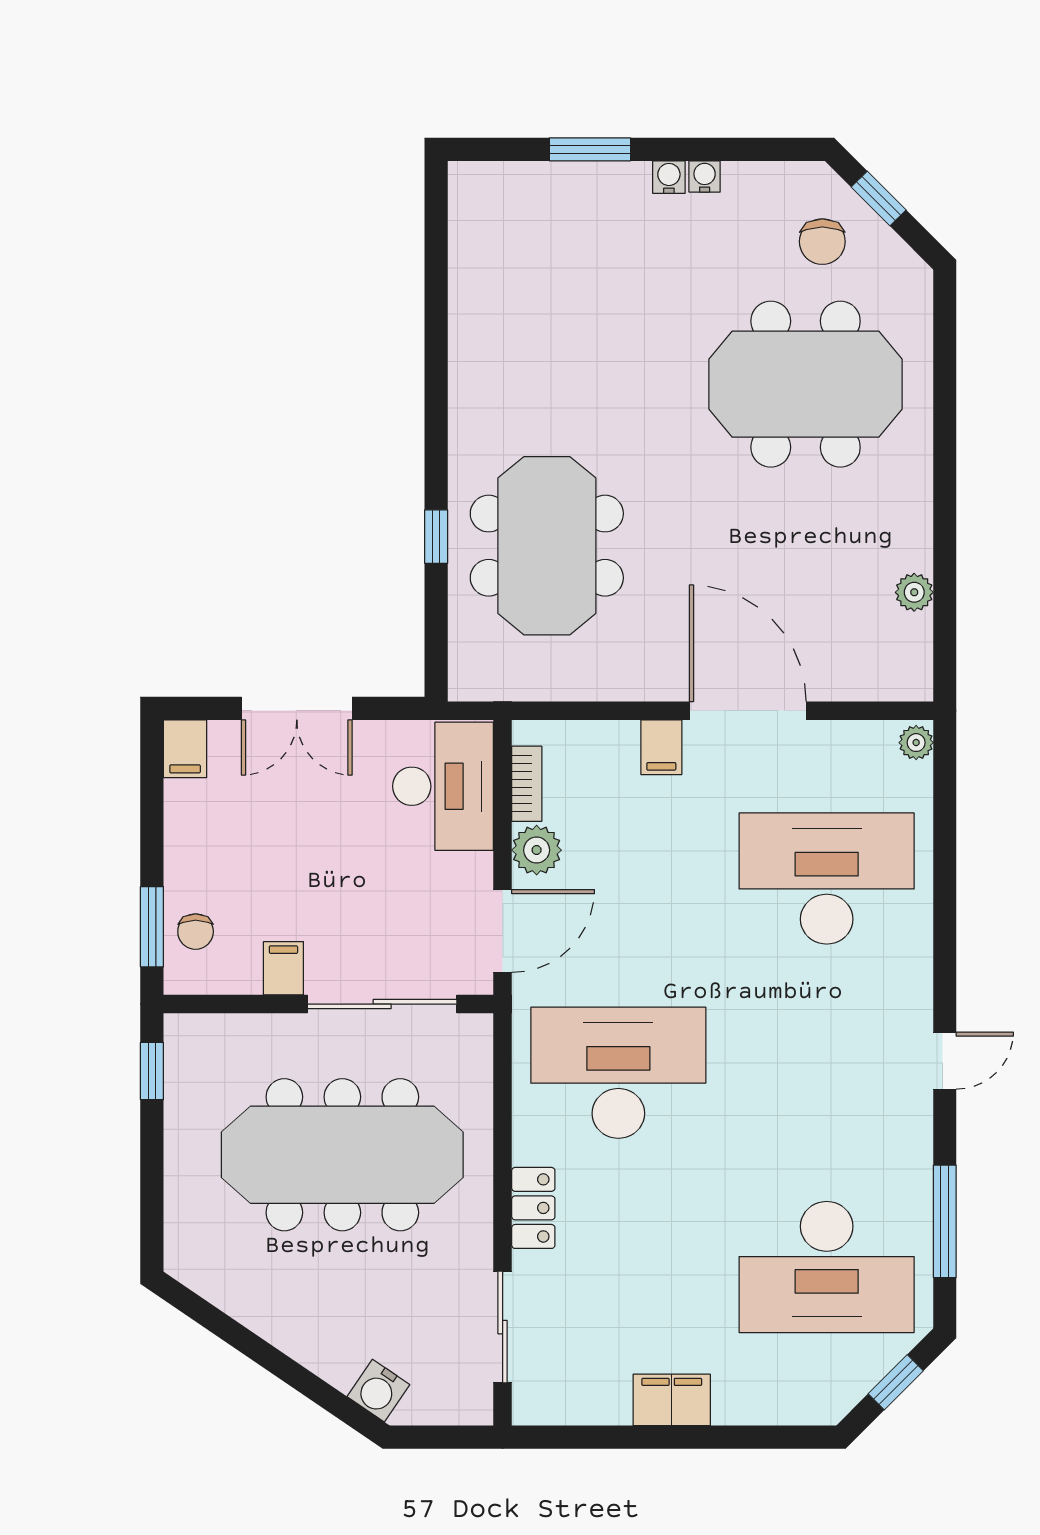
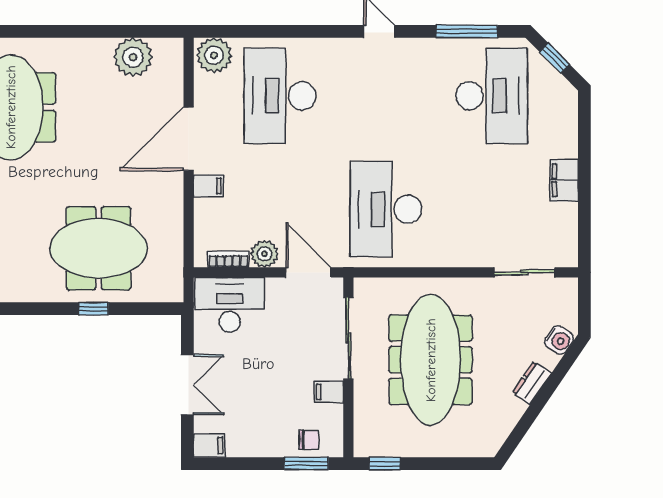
plant: (914, 592) -> (133, 57), width x1.88, depth x1.88
plant: (916, 743) -> (214, 55), width x1.88, depth x1.88
locker: (533, 1208) -> (459, 256), removed
dresser: (300, 1341) -> (532, 383), added

